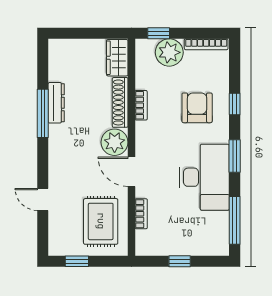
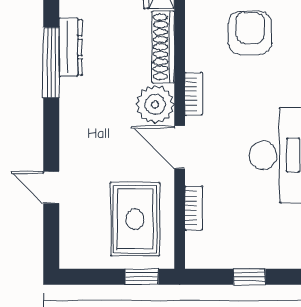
bookcase: (141, 105) -> (193, 94), moved
armchair: (197, 108) -> (250, 33), moved
window: (77, 261) -> (142, 277), moved

